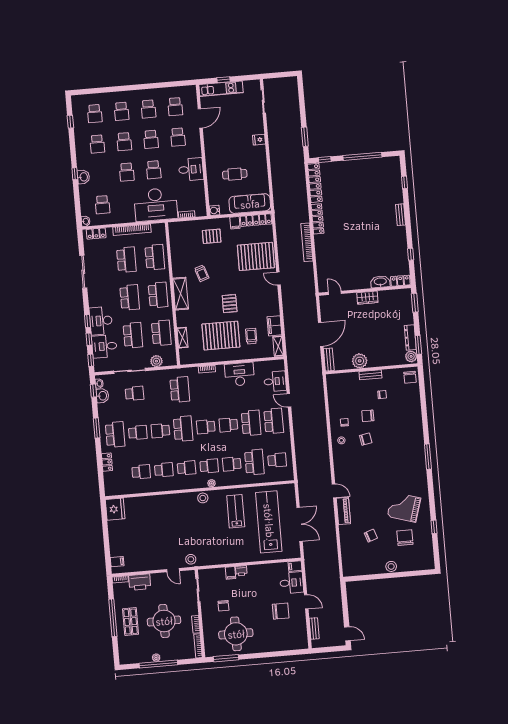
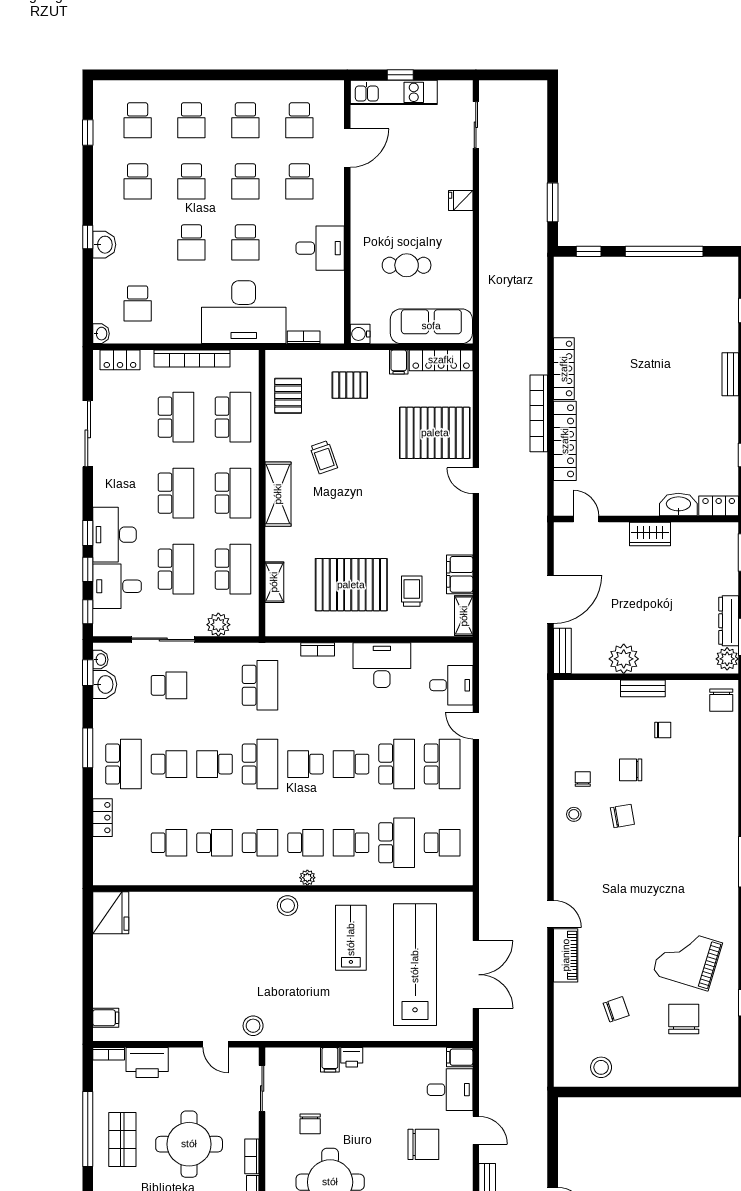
locker: (315, 183) -> (565, 441), moved
pallet: (230, 304) -> (288, 396), moved
stool: (391, 566) -> (601, 1067), moved

